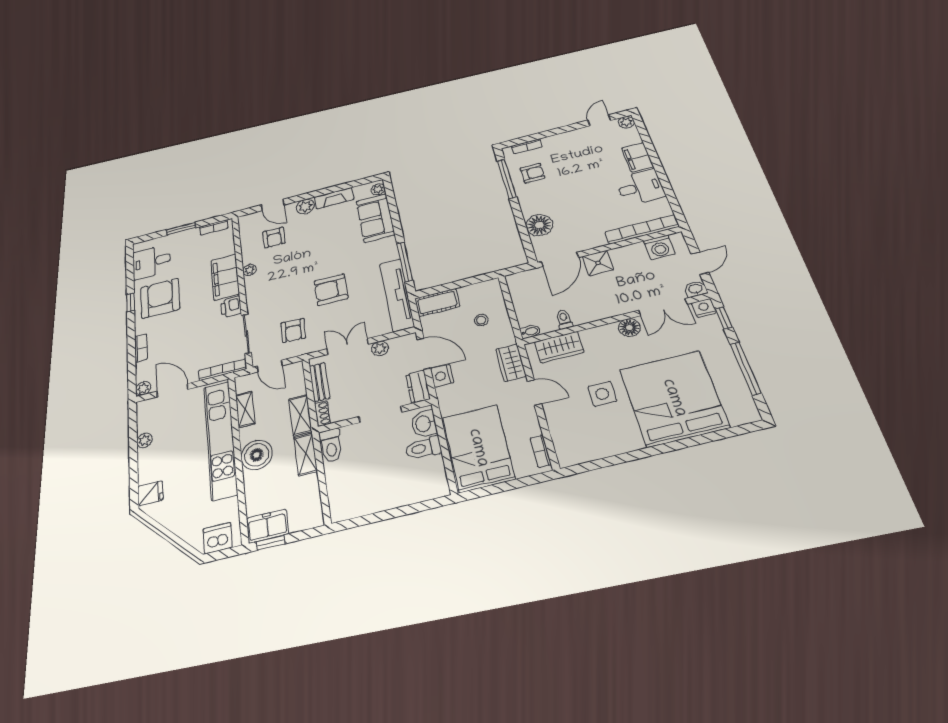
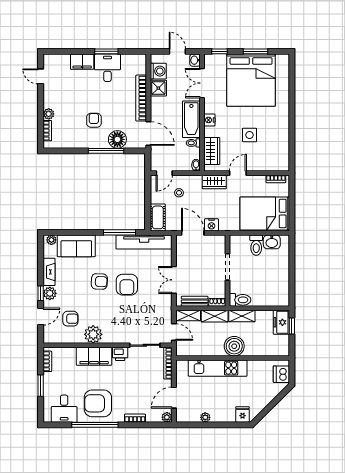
plant: (626, 122) -> (49, 114), moved
armchair: (532, 173) -> (94, 120), moved
window: (507, 179) -> (106, 151), moved
window: (664, 180) -> (106, 51), added
window: (304, 197) -> (41, 293), added
bookcase: (642, 229) -> (141, 98), moved
shower: (598, 263) -> (158, 88), moved
plant: (250, 270) -> (93, 334), width x1.87, depth x1.87
door: (506, 294) -> (164, 173), added
window: (130, 302) -> (95, 425), width x3.17
double door: (663, 307) -> (202, 83), swing flipped
bathtub: (600, 308) -> (191, 119), added
nightstand: (704, 308) -> (209, 120), moved
floor lamp: (629, 328) -> (210, 107), removed
armchair: (293, 330) -> (99, 282), moved
plant: (380, 348) -> (181, 260), removed
door: (424, 354) -> (193, 233), hinge flipped
door: (270, 366) -> (174, 332), hinge flipped
window: (746, 368) -> (256, 51), width x0.69
dresser: (418, 387) -> (215, 241), removed
bed: (674, 398) -> (251, 80), moved, turned -90
shelving: (245, 409) -> (189, 316), moved
washbasin: (424, 424) -> (272, 242), moved
kitchen unit: (220, 439) -> (218, 368), width x0.73
freezer: (267, 526) -> (281, 322), moved
window: (271, 543) -> (292, 326), moved

